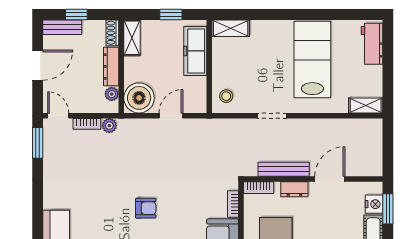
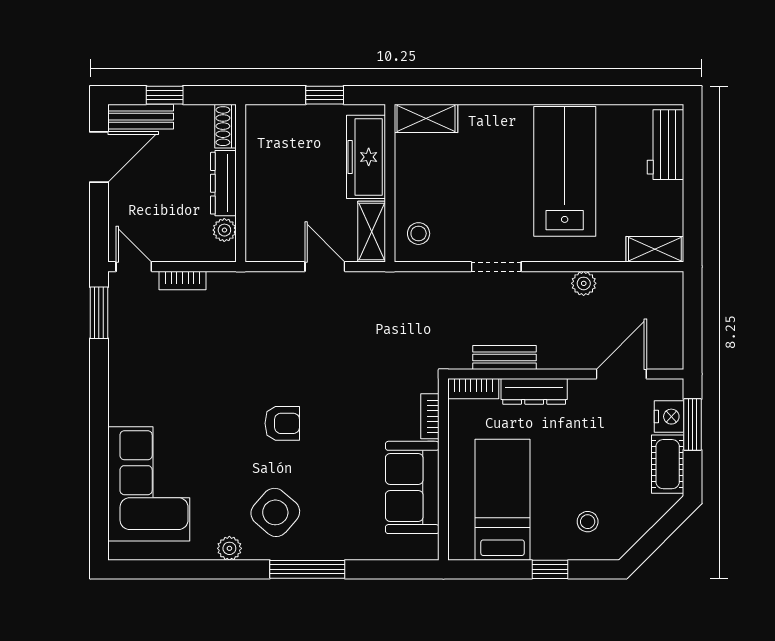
shelving: (132, 38) -> (372, 232), moved
door: (38, 65) -> (99, 157), moved
boiler: (139, 98) -> (271, 237), removed
door: (171, 116) -> (325, 267), hinge flipped
plant: (109, 126) -> (584, 283), moved
bench: (284, 169) -> (504, 357), width x0.73
door: (330, 179) -> (621, 374), moved
dresser: (294, 189) -> (534, 391), width x1.44

